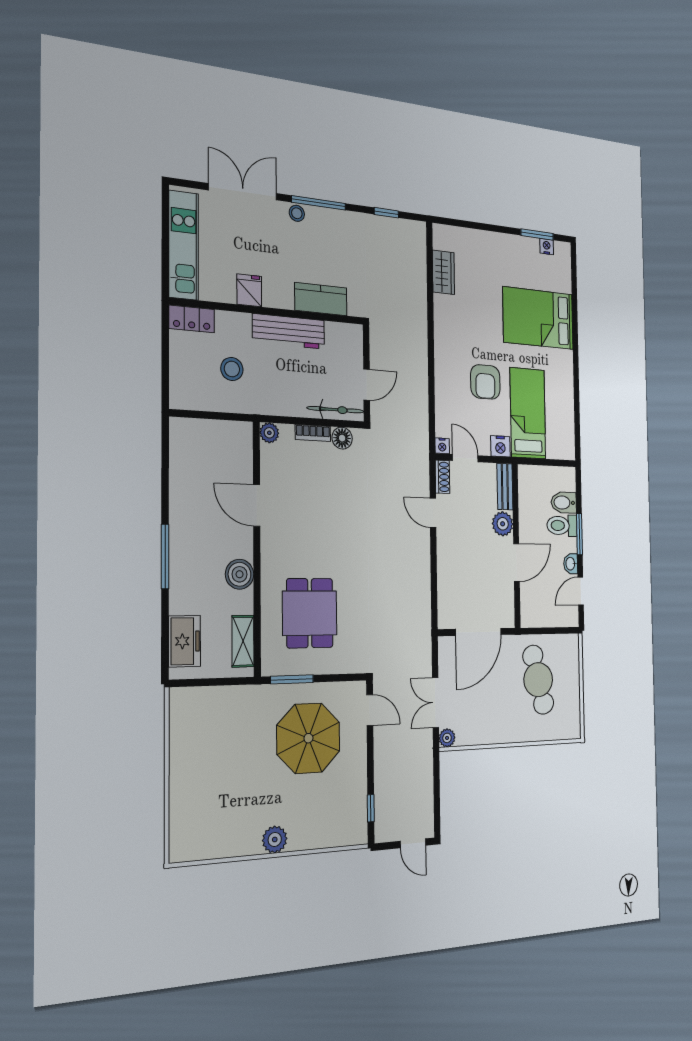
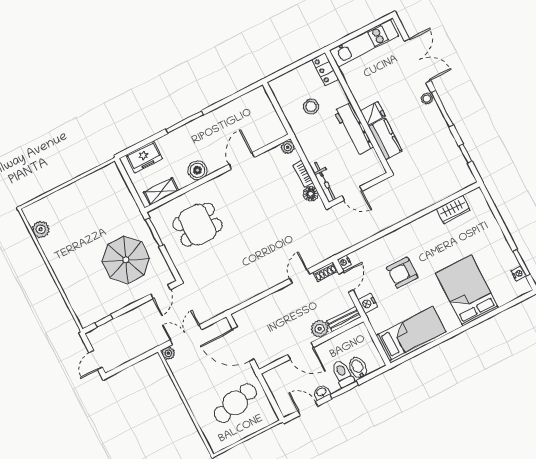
fridge: (249, 290) -> (373, 113), moved
bed: (528, 413) -> (411, 334), moved
plant: (275, 839) -> (41, 229), moved

